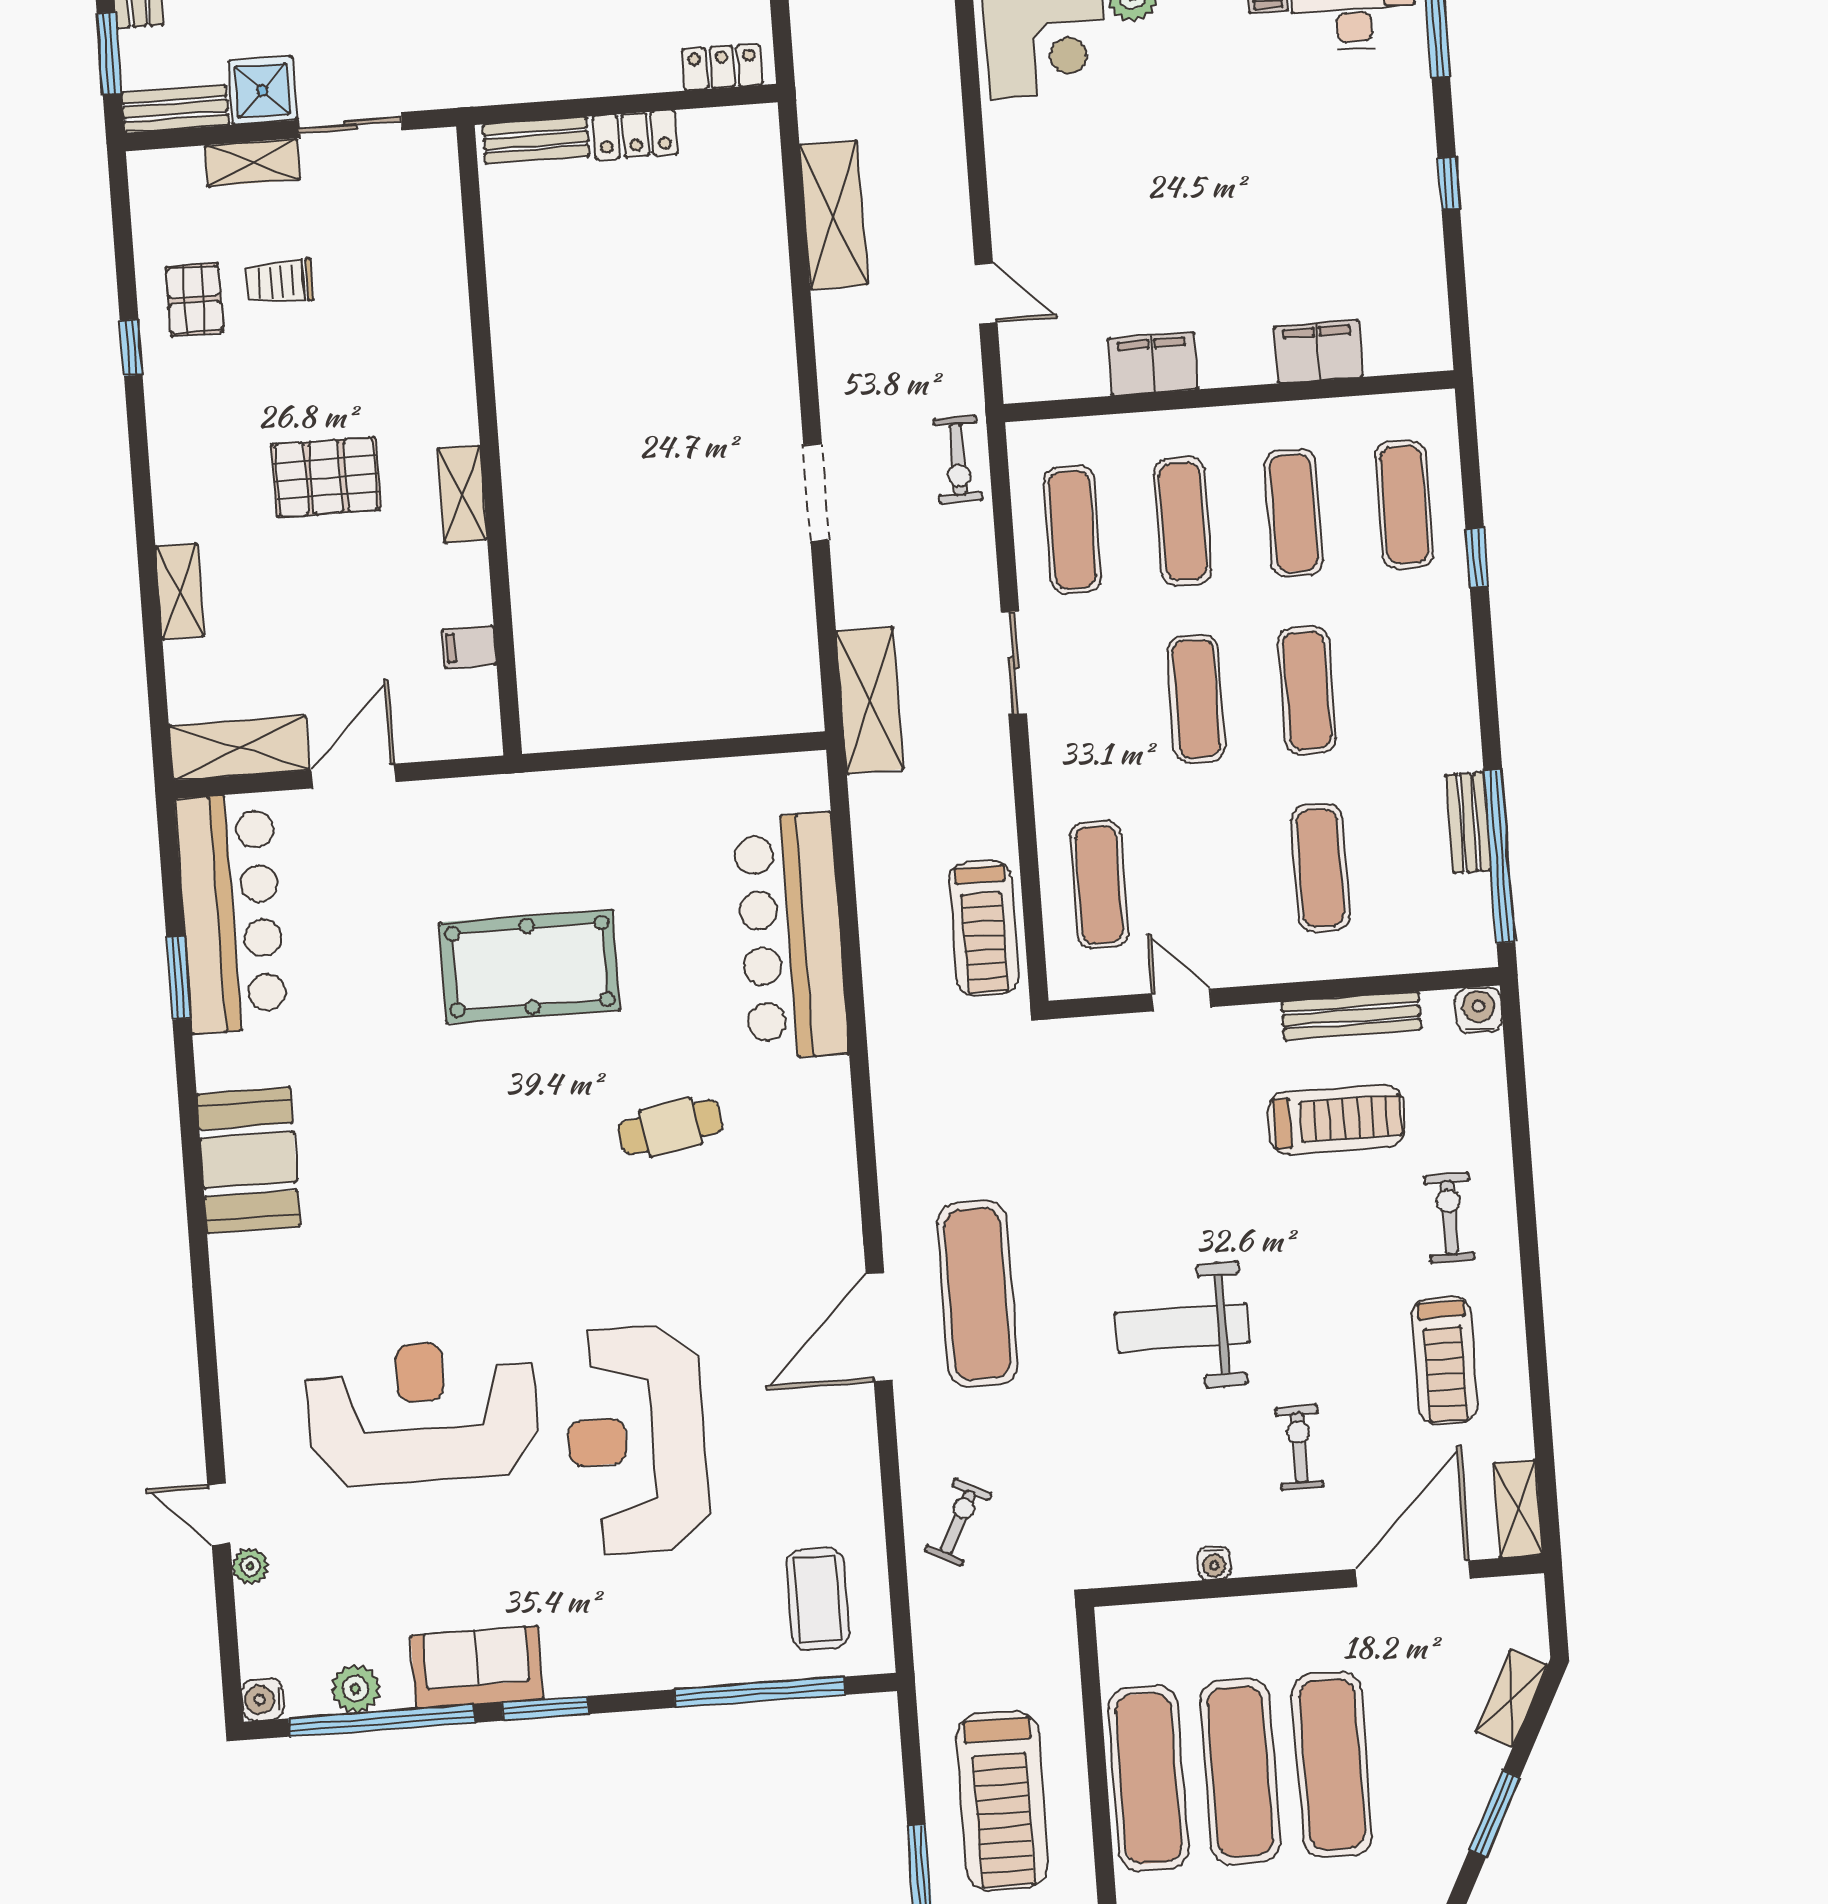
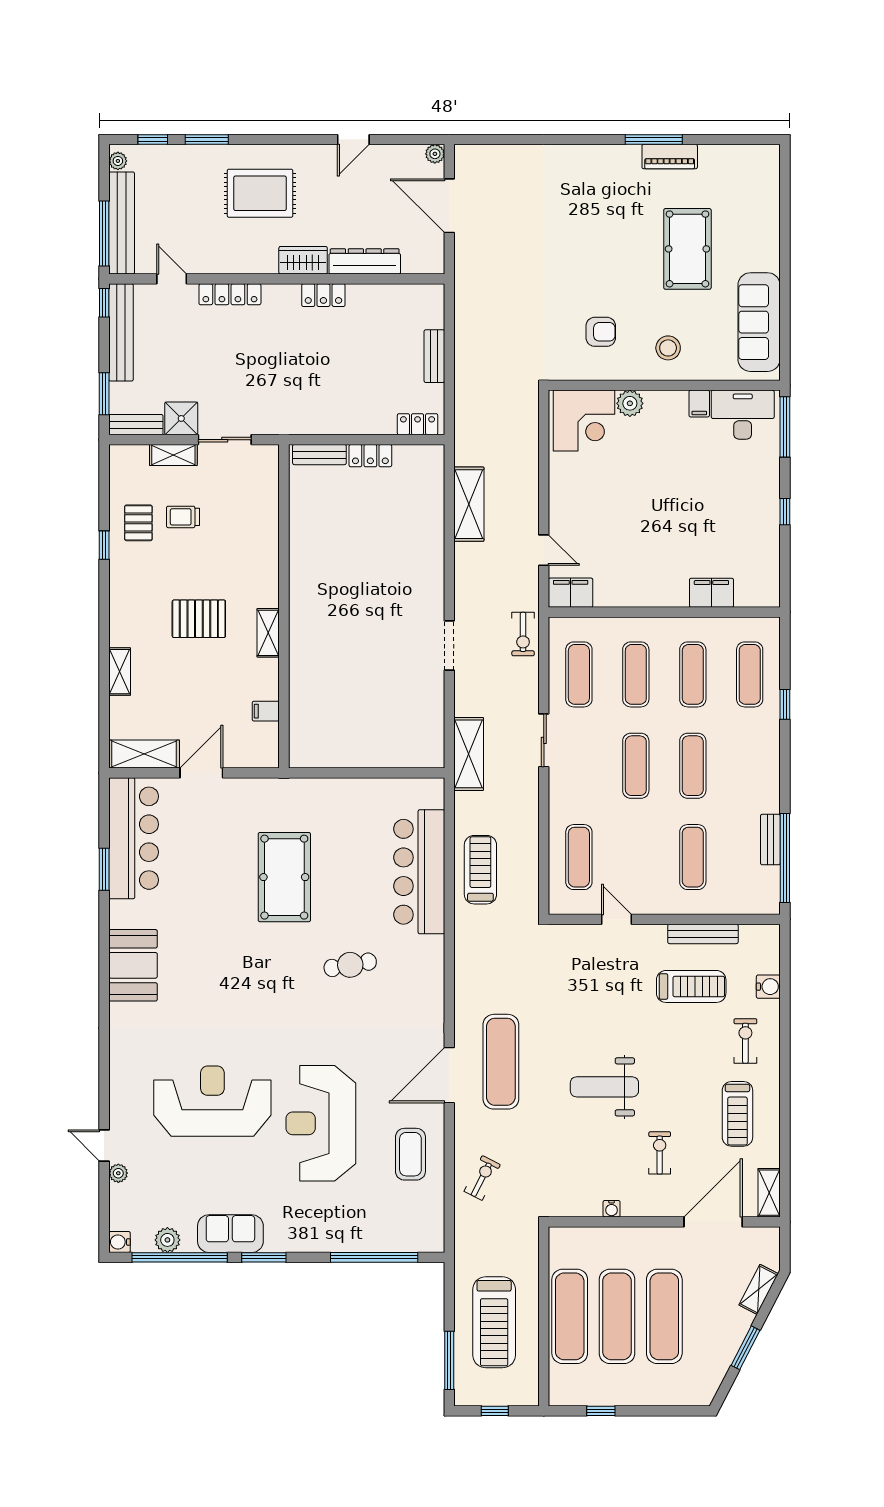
filing cabinet: (1153, 364) -> (571, 593), moved
treadmill: (984, 928) -> (480, 870), moved, turned 180
pool table: (530, 966) -> (284, 877), turned 90
water cooler: (1479, 1010) -> (768, 987), moved, turned 90
coffee table: (818, 1599) -> (410, 1154), moved

